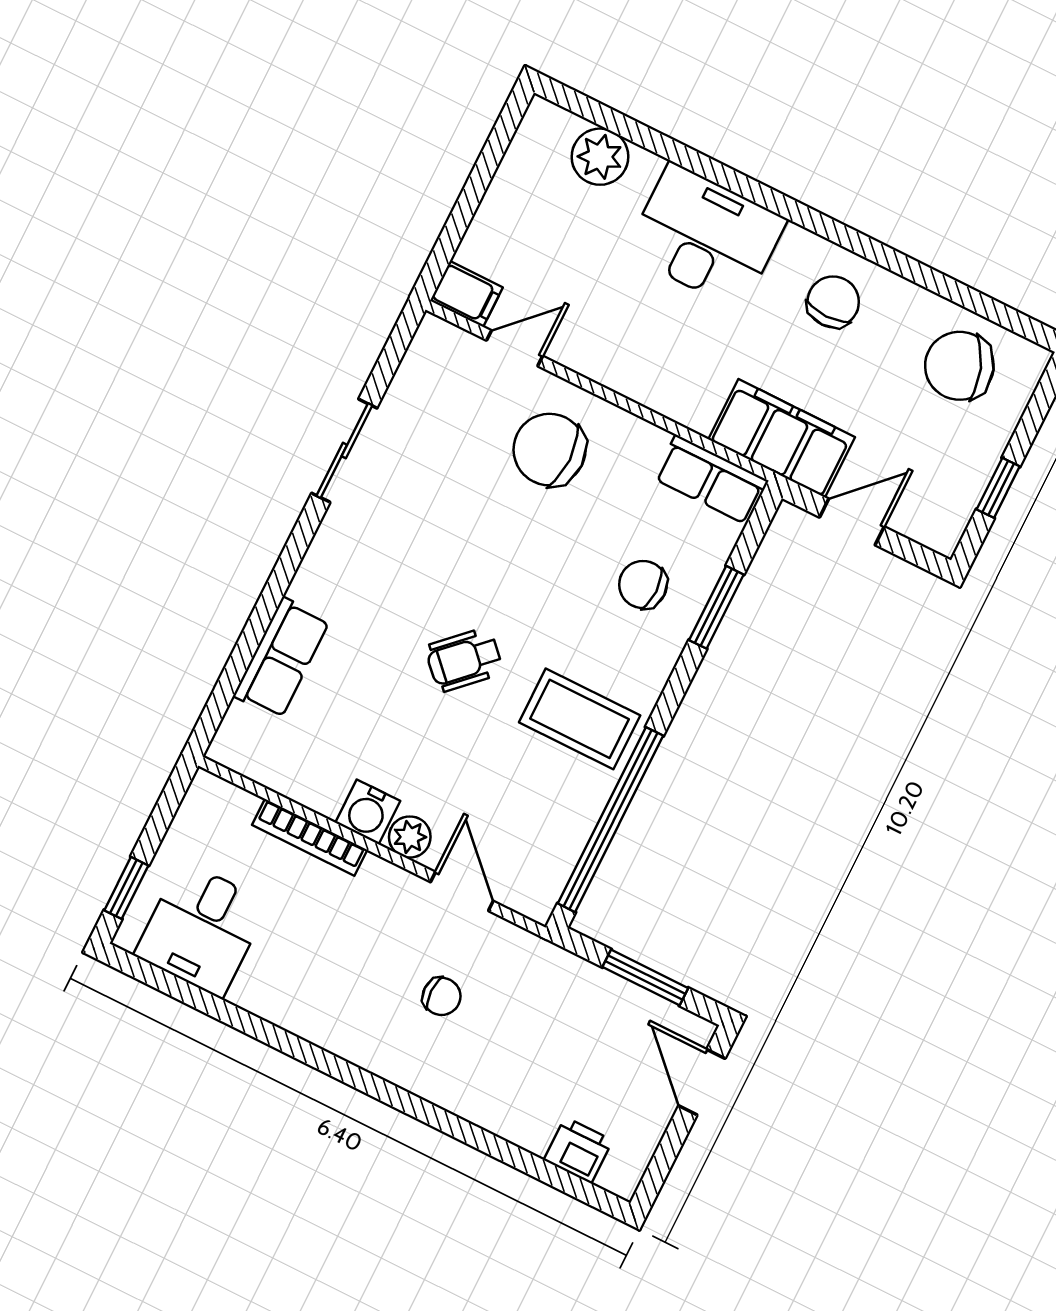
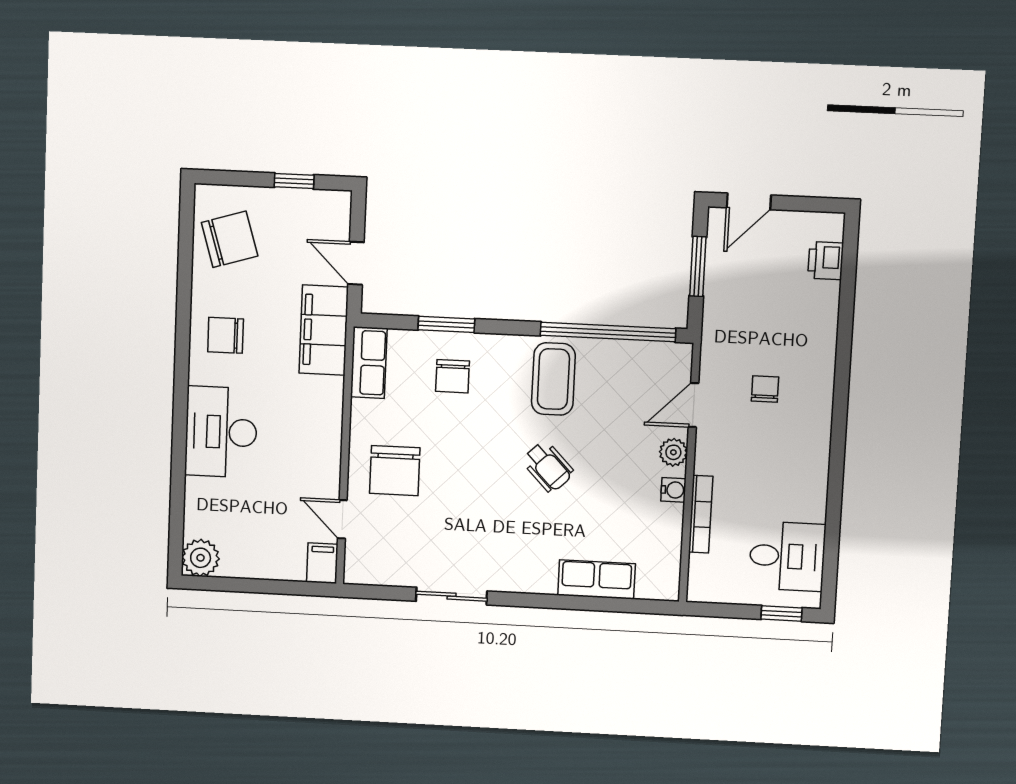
plant: (600, 157) -> (201, 558), moved
chair: (959, 366) -> (230, 239), turned -87
water cooler: (368, 812) -> (673, 490), width x0.72, depth x0.72

